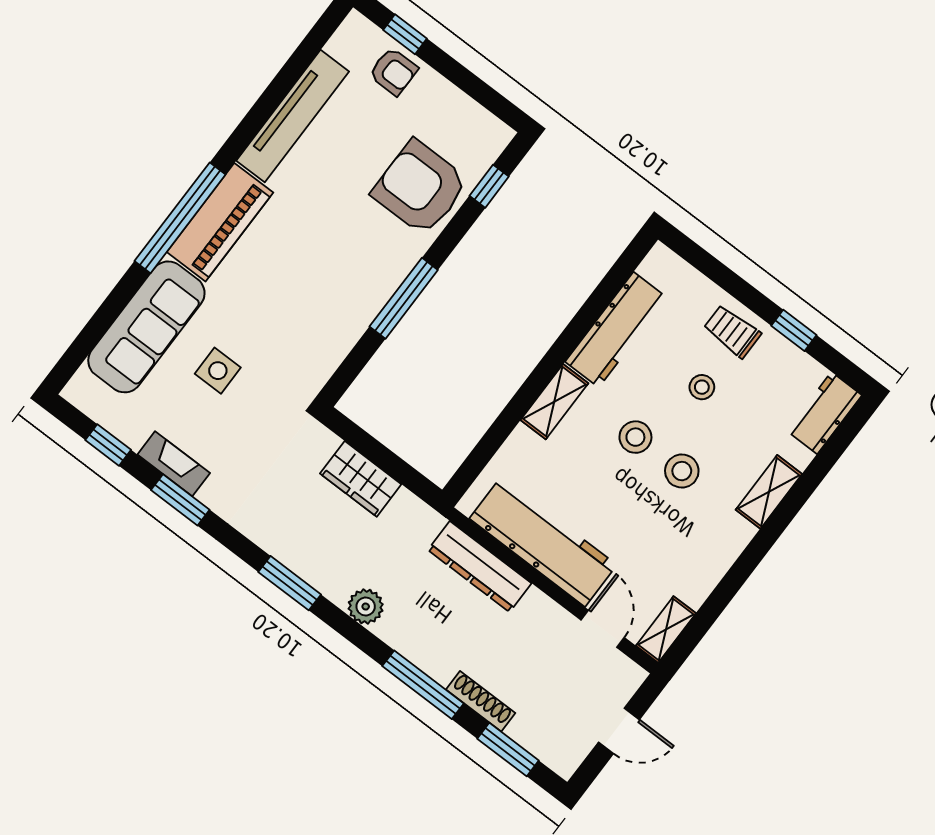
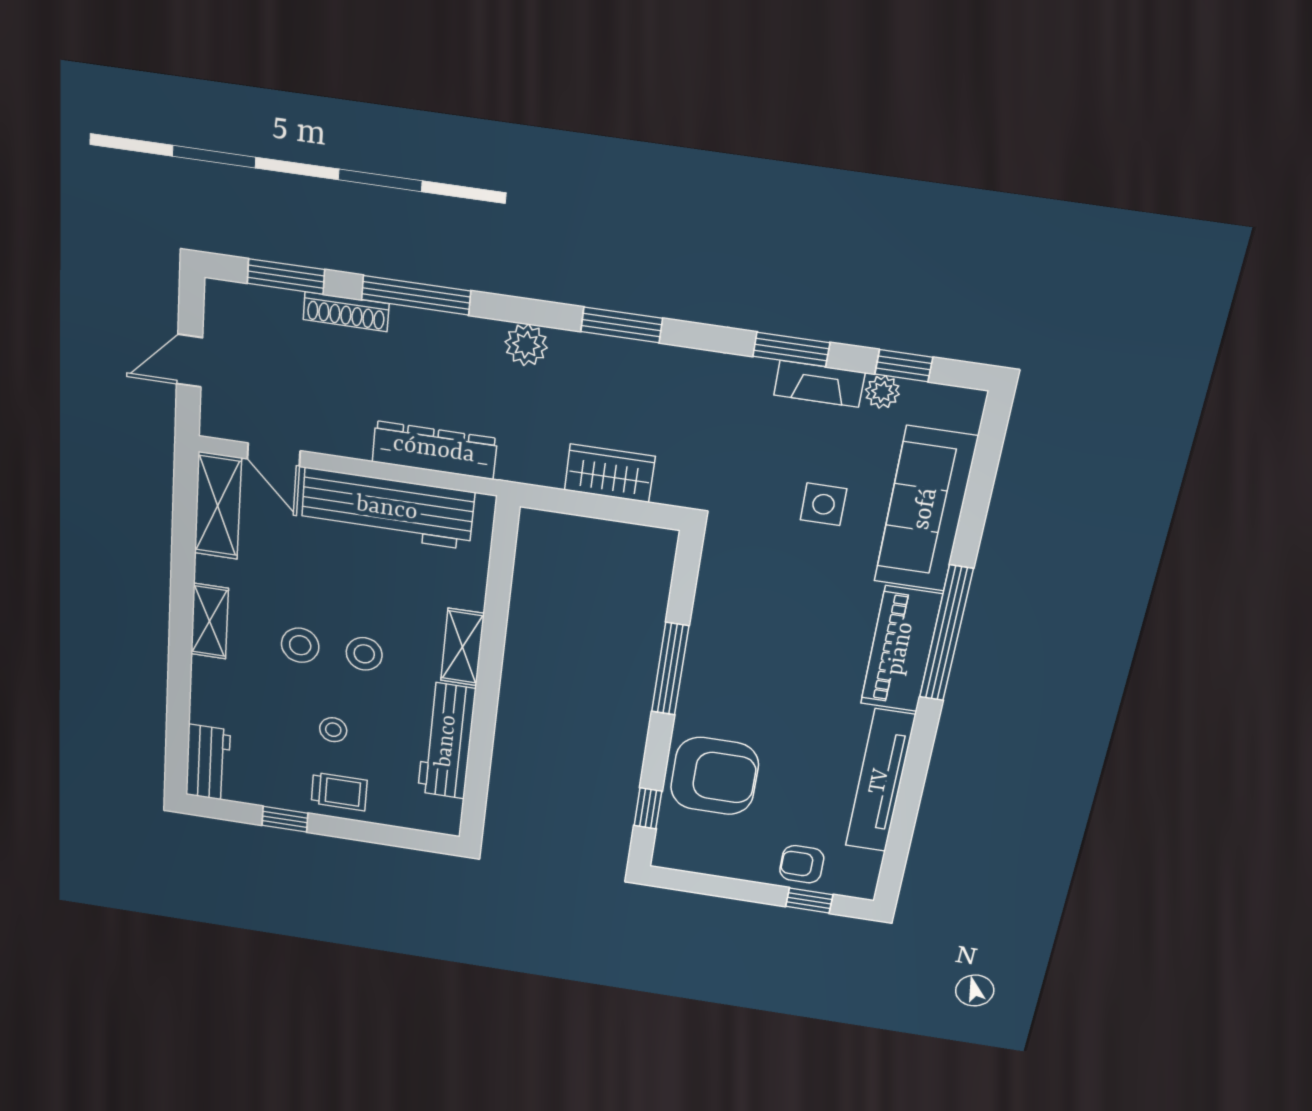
plant: (133, 434) -> (882, 392), added
shelving: (769, 492) -> (210, 621), moved
shelving: (666, 629) -> (218, 506), width x1.50, depth x1.33

